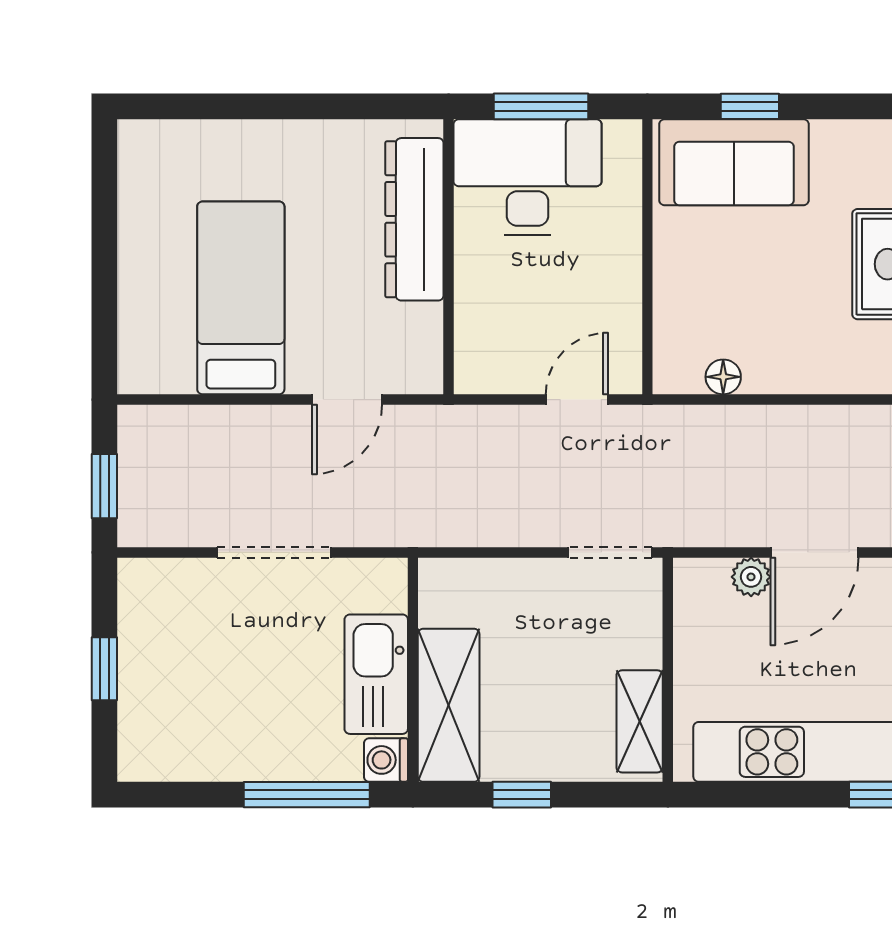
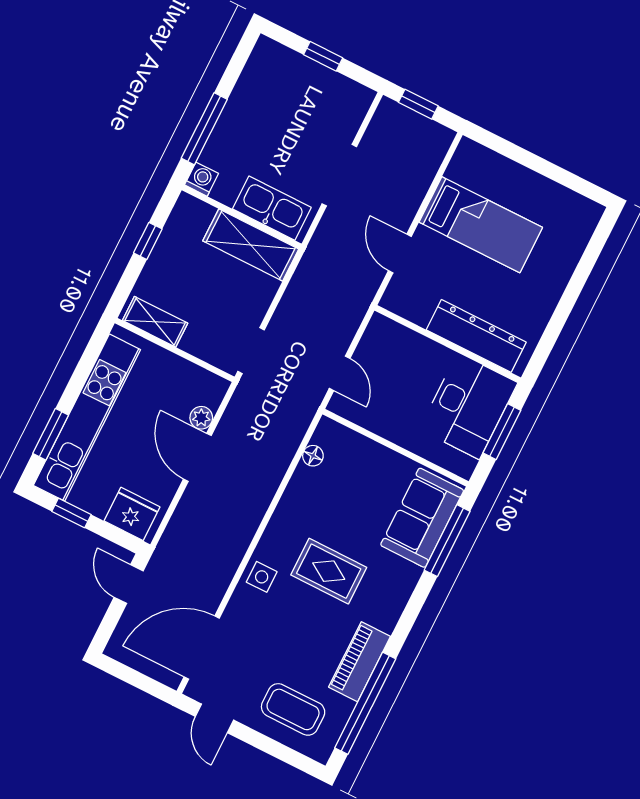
window: (750, 106) -> (447, 541), width x2.17
kitchen sink: (376, 674) -> (272, 208), moved
shelving: (449, 705) -> (251, 245), moved

